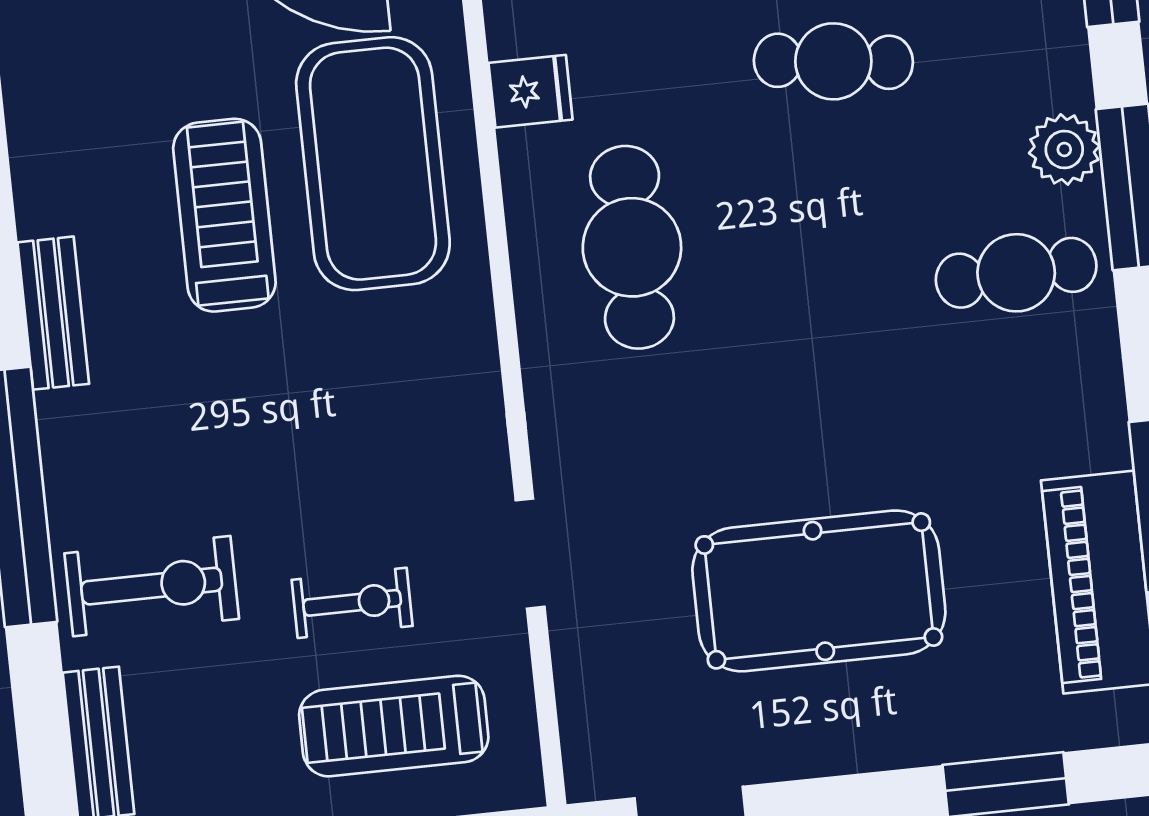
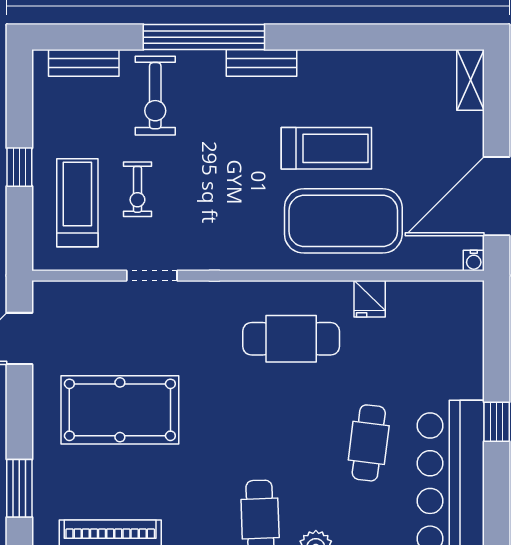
bench: (53, 313) -> (261, 63), moved
pool table: (819, 591) -> (120, 410), turned 90

